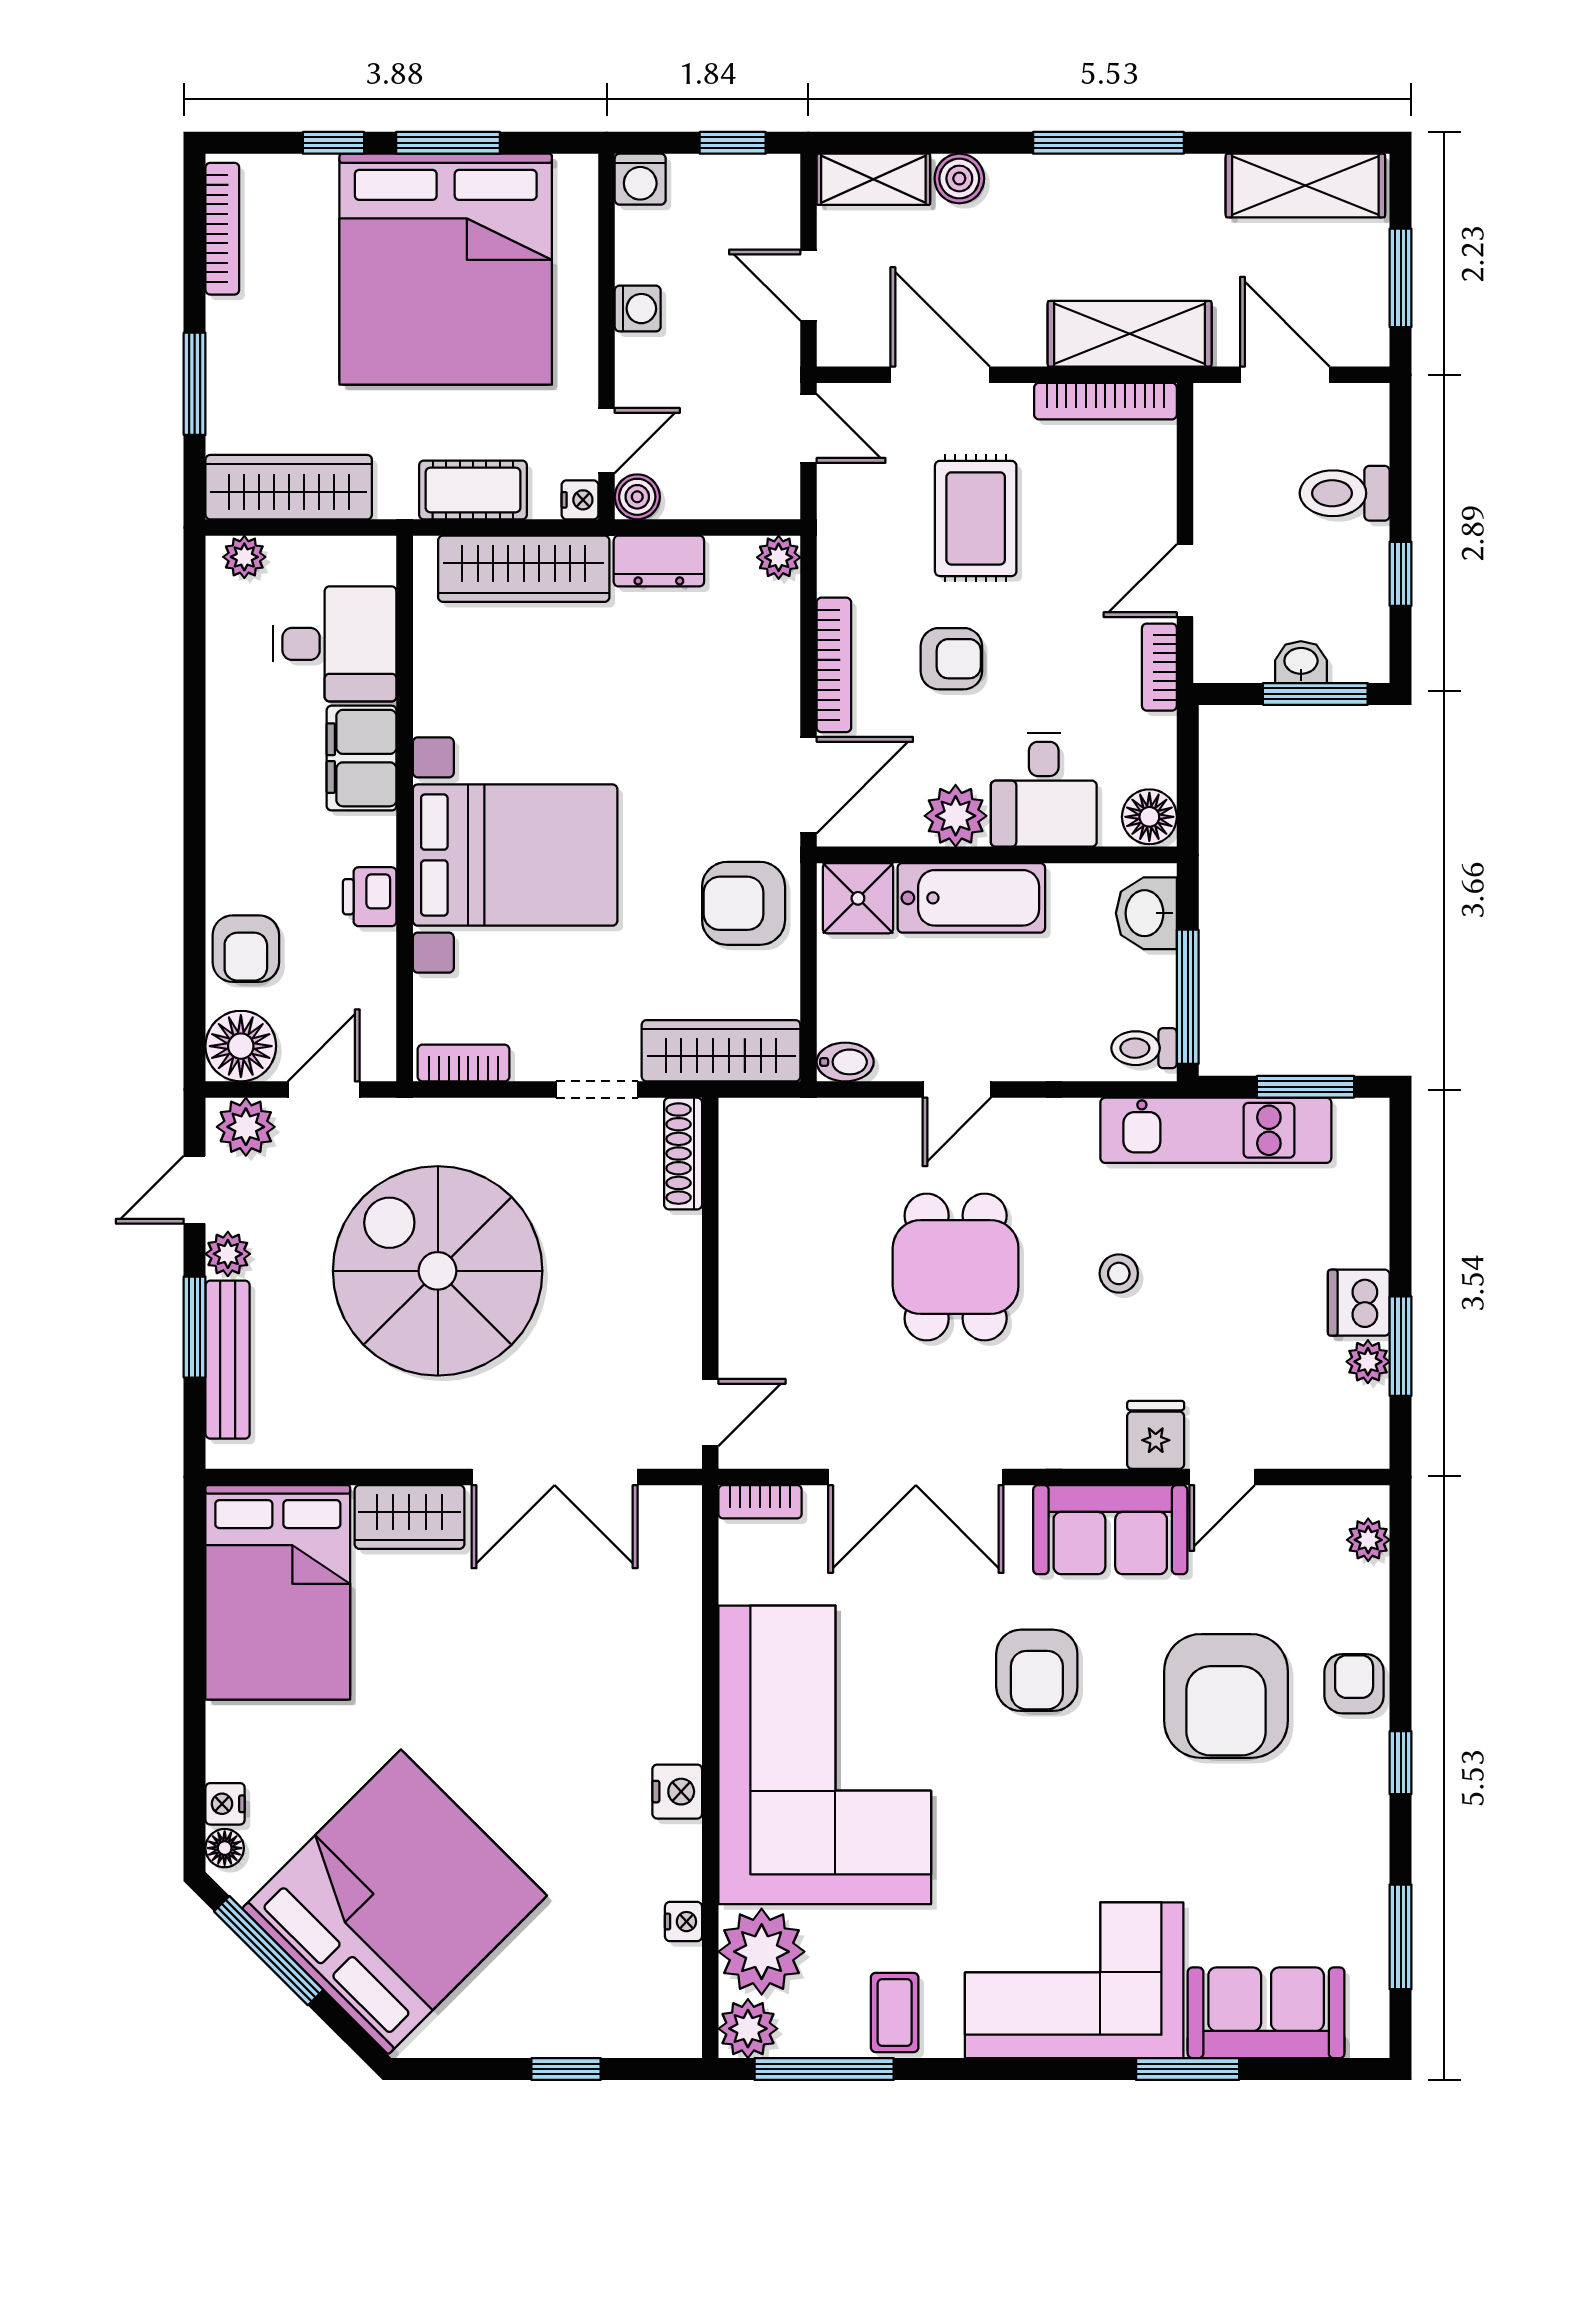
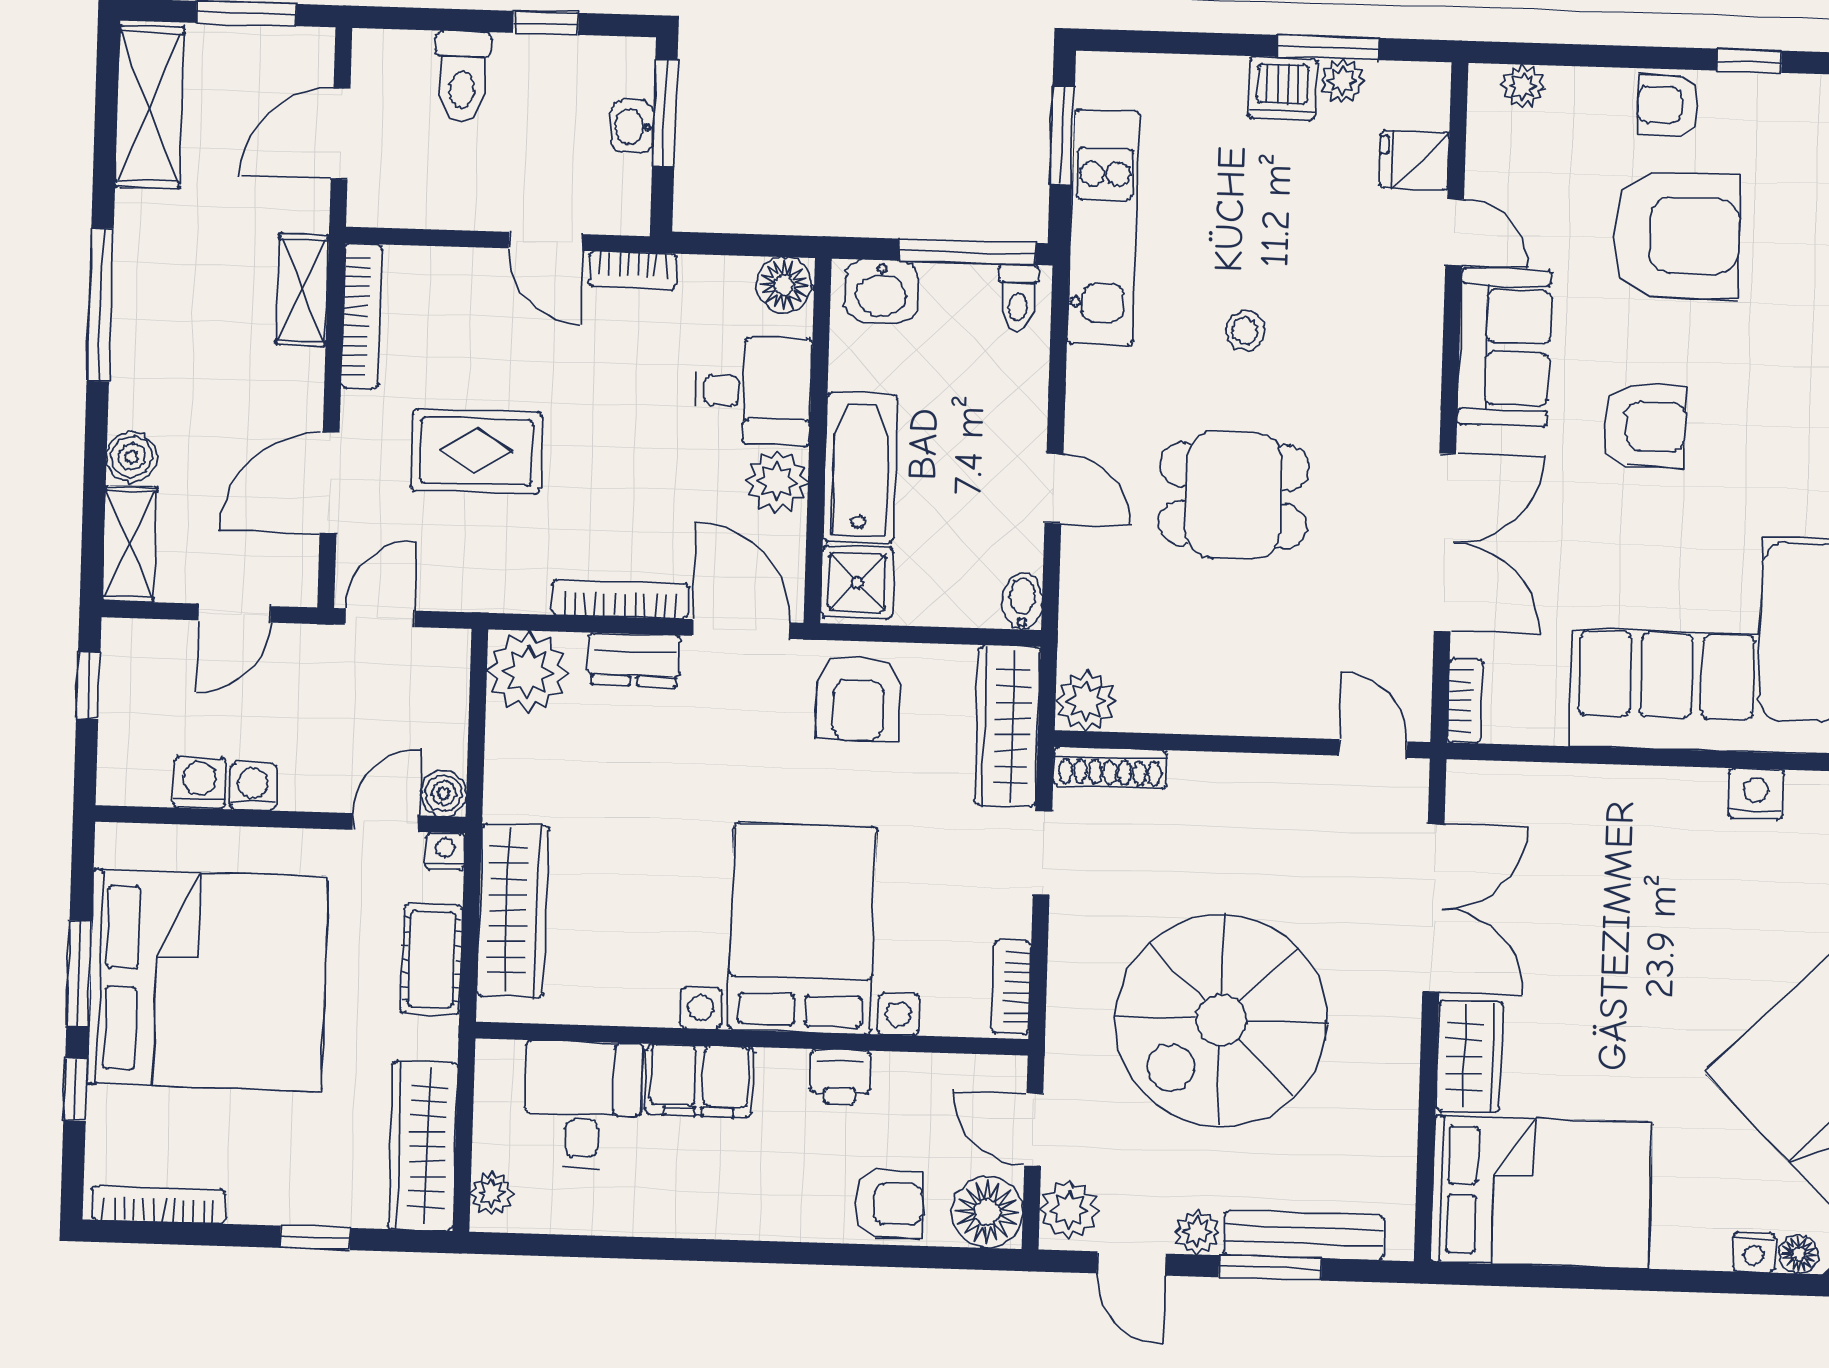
washing machine: (640, 179) -> (200, 783), moved, turned -90
shelving: (1130, 334) -> (302, 290), width x0.67, depth x0.75
window: (195, 384) -> (315, 1238), width x0.67
door: (607, 441) -> (386, 823), hinge flipped
plant: (779, 557) -> (528, 672), width x1.87, depth x1.87
dresser: (659, 561) -> (634, 660), moved, turned 90
armchair: (951, 659) -> (618, 480), removed
plant: (748, 1128) -> (1086, 701), added
fridge: (1156, 1435) -> (1414, 160), moved

